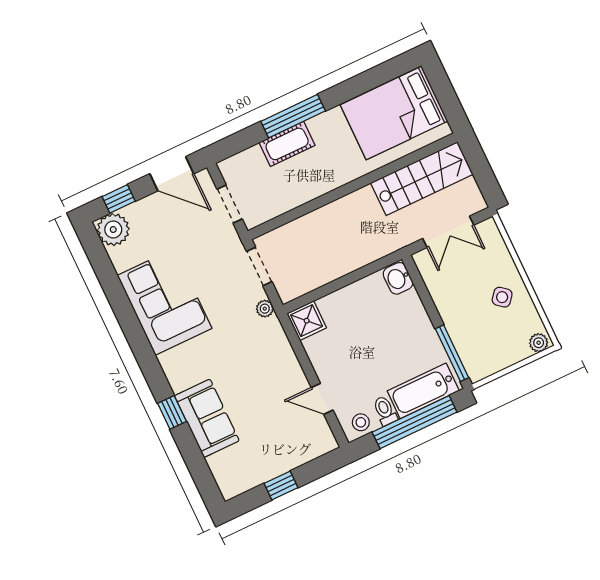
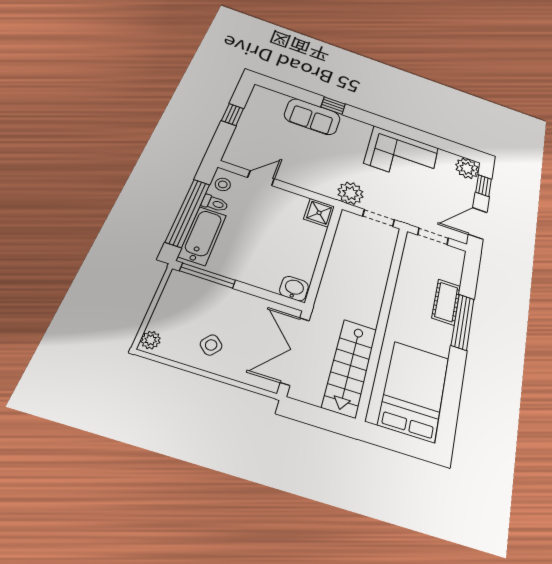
double door: (448, 232) -> (295, 351), width x1.37
plant: (265, 309) -> (351, 193), width x1.87, depth x1.87

